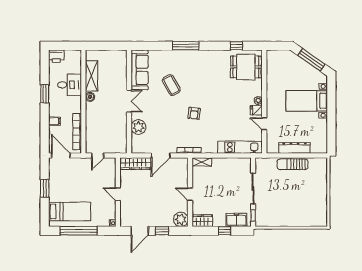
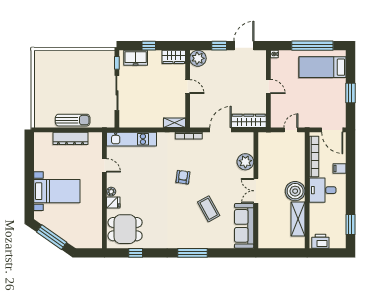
printer: (56, 56) -> (320, 241), moved
desk: (69, 85) -> (323, 190), moved
window: (45, 94) -> (350, 225), moved
boiler: (90, 97) -> (295, 191), width x1.86, depth x1.86
fridge: (256, 110) -> (113, 203), moved

